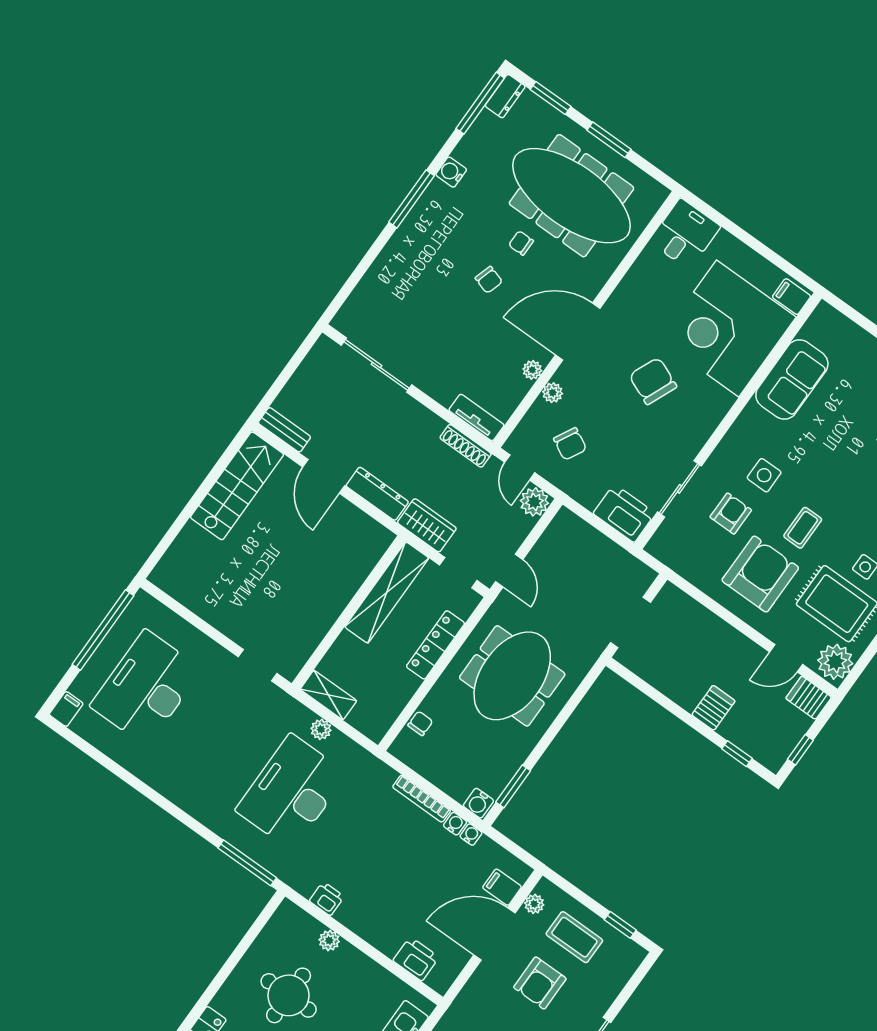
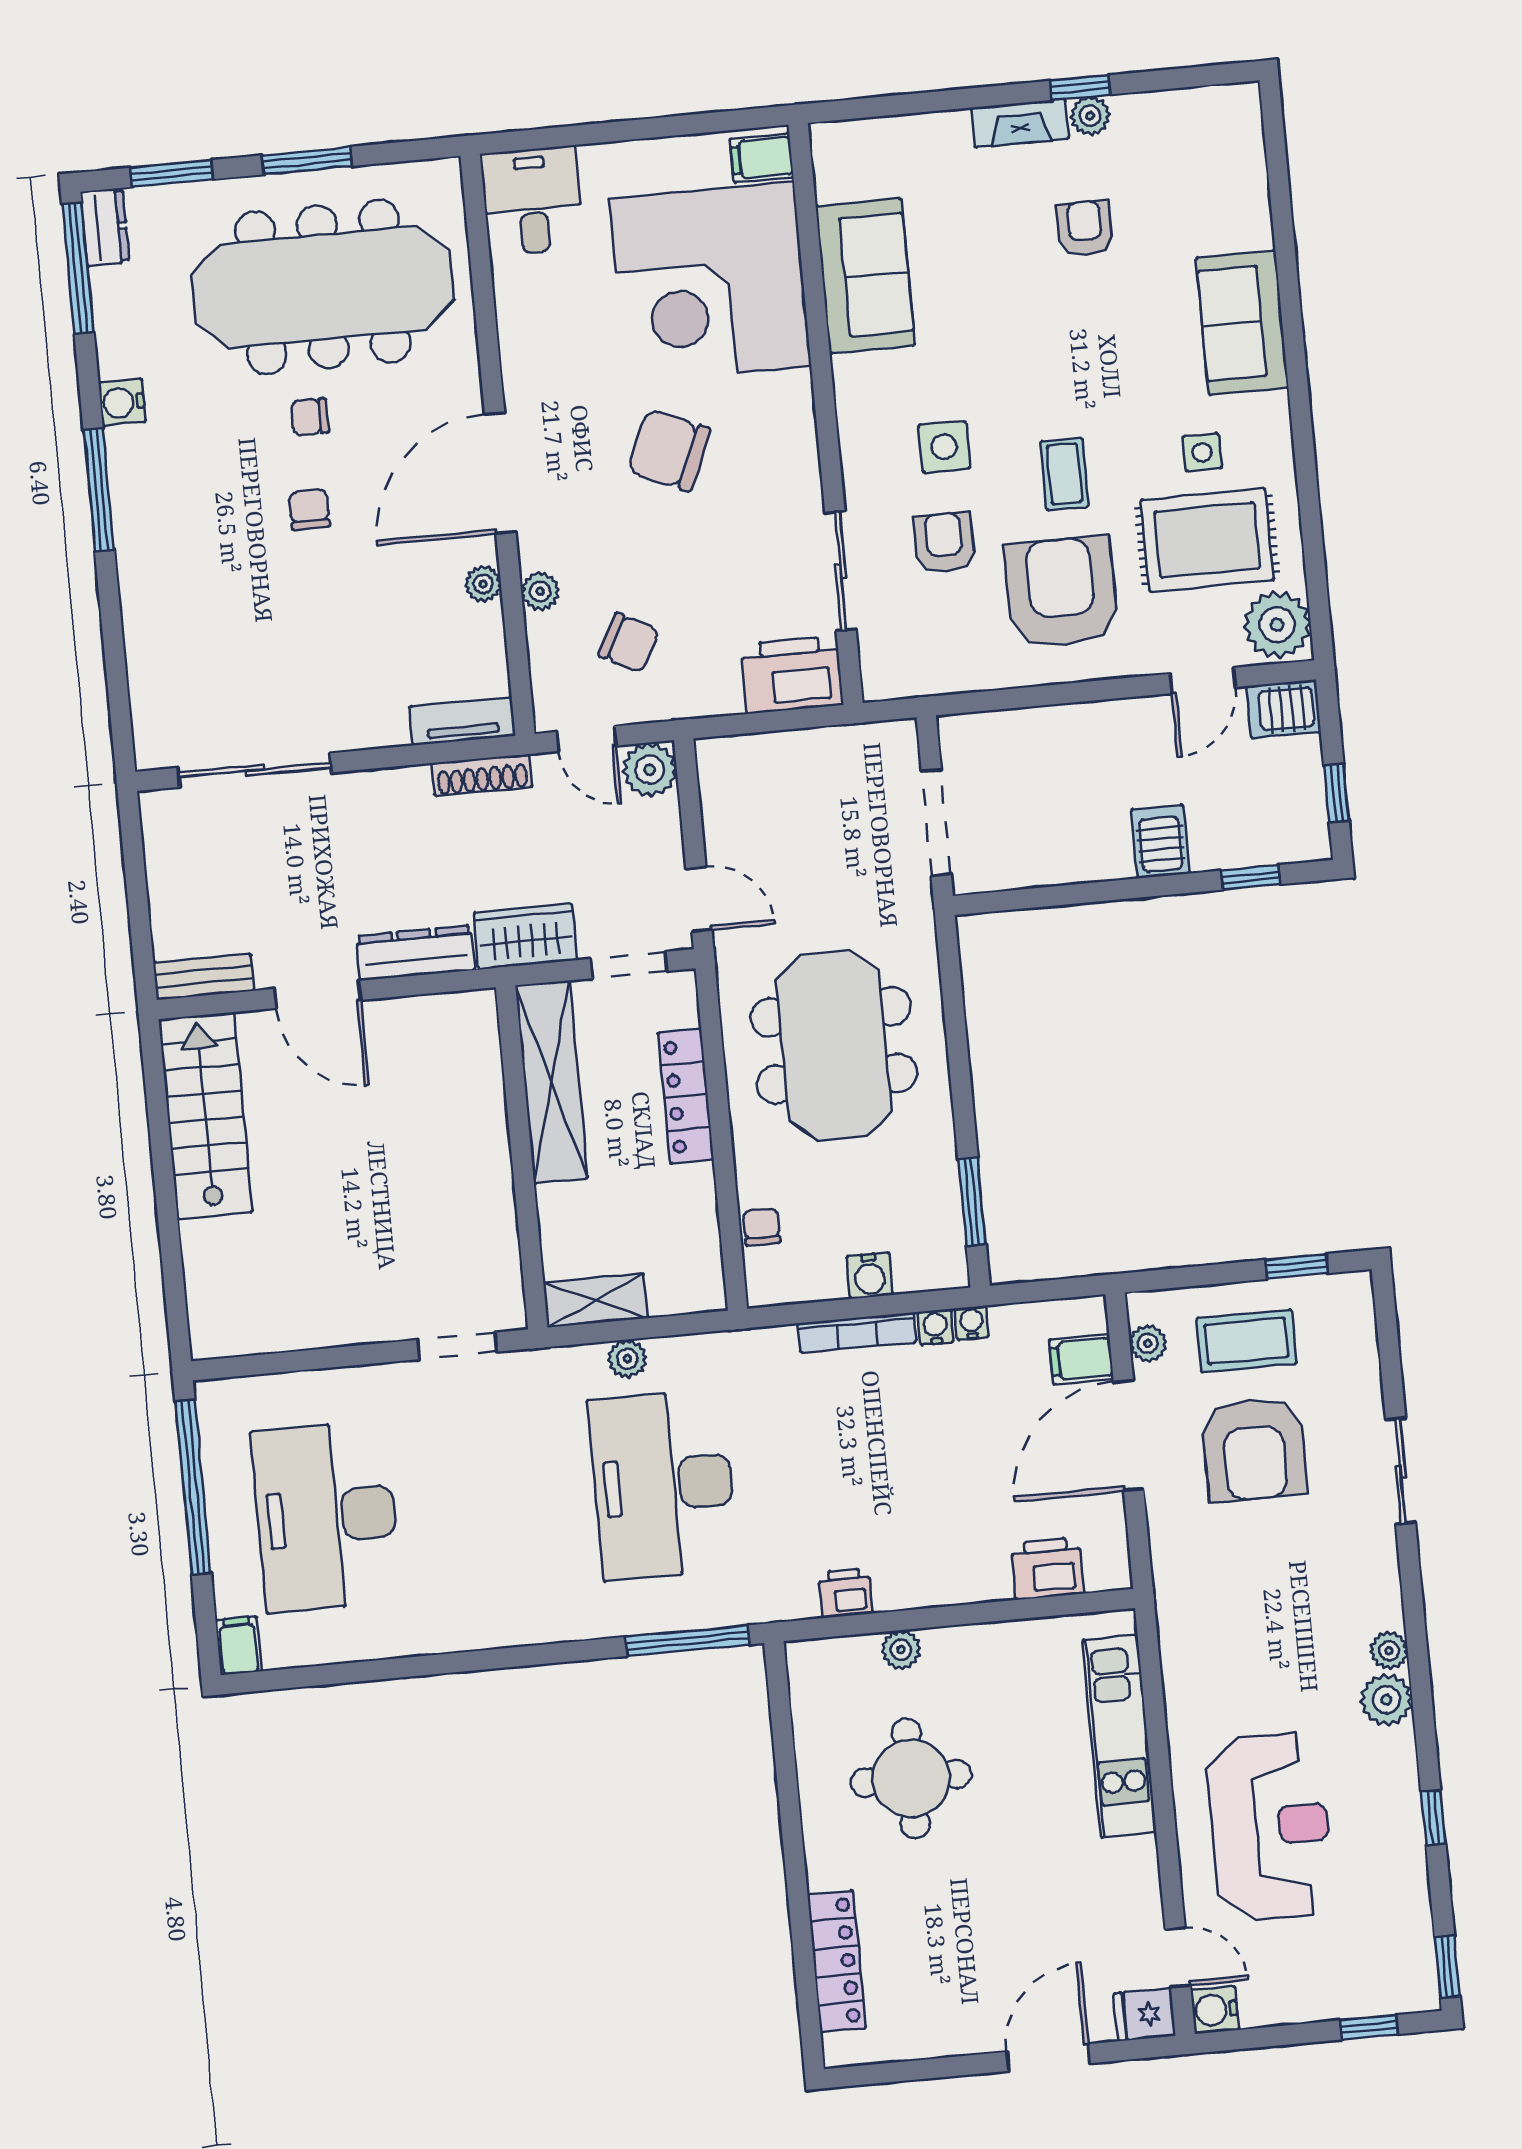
chair: (489, 280) -> (309, 509), turned -107
water cooler: (478, 803) -> (870, 1276), moved
armchair: (540, 983) -> (1254, 1449), width x1.36, depth x1.36

